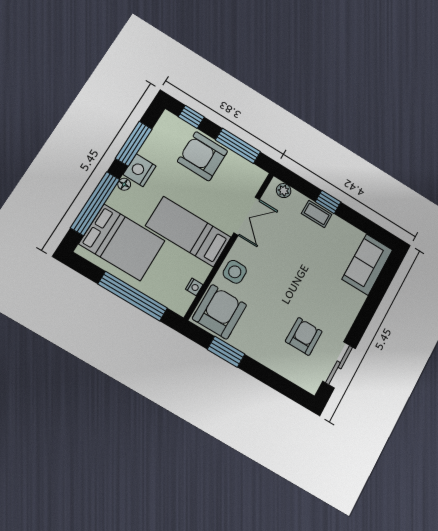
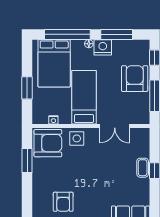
plant: (284, 191) -> (144, 139), removed
window: (133, 296) -> (27, 88), width x0.47
armchair: (304, 336) -> (63, 202), turned 90

